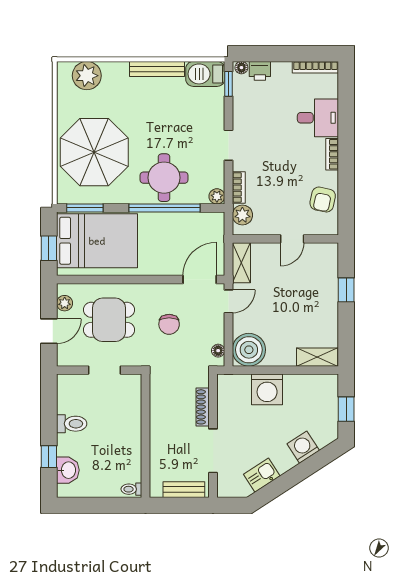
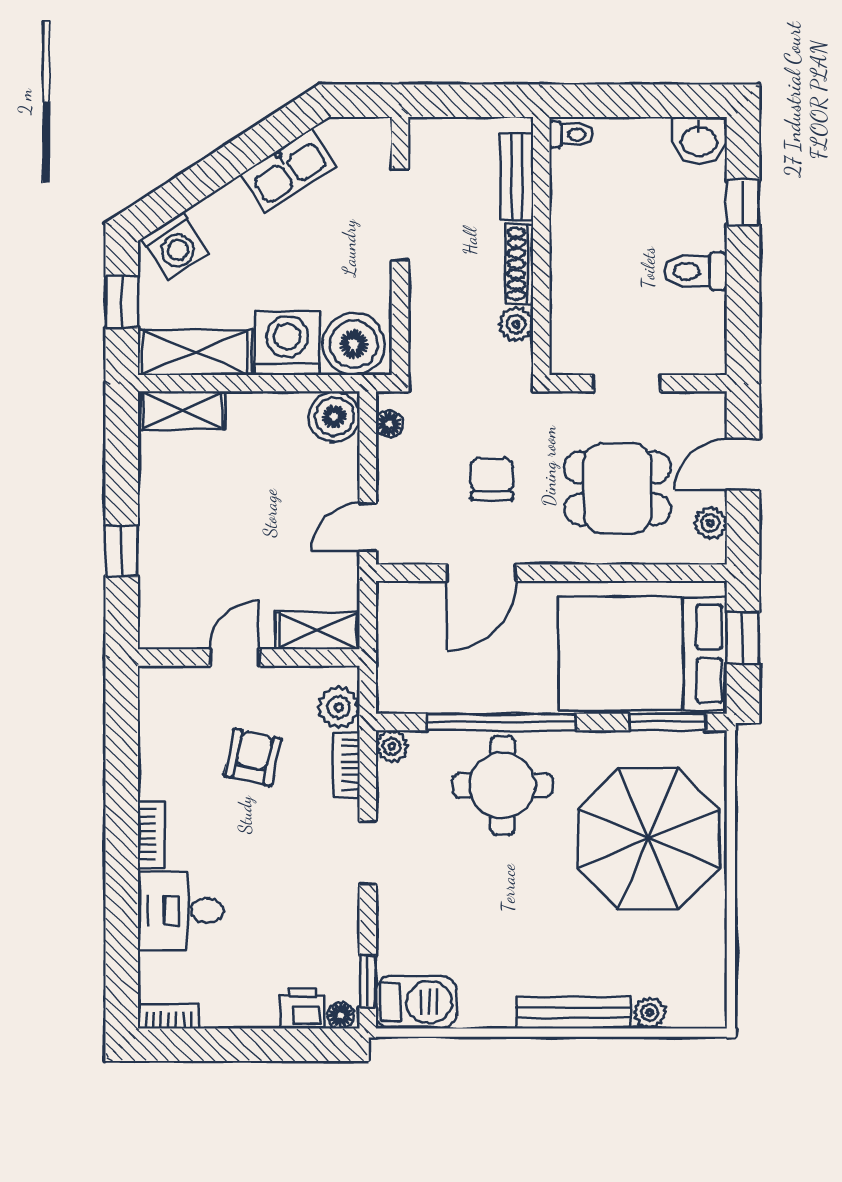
bookcase: (315, 67) -> (169, 1016), width x0.64
bench: (157, 69) -> (574, 1013), moved
plant: (87, 76) -> (650, 1013), width x0.53, depth x0.53
armchair: (323, 200) -> (253, 757), moved
shelving: (241, 263) -> (318, 630), moved, turned 90
door: (200, 279) -> (481, 573), moved
boiler: (249, 350) -> (334, 416), width x0.73, depth x0.73
shelving: (311, 385) -> (195, 352), added
boiler: (235, 389) -> (354, 344), added
plant: (158, 398) -> (516, 324), added
shoe rack: (203, 407) -> (520, 264), moved, turned 180
washing machine: (303, 447) -> (175, 246), moved
washbasin: (68, 470) -> (699, 140), moved, turned -90
kitchen sink: (262, 475) -> (288, 170), width x1.38
bench: (184, 490) -> (517, 177), moved, turned 90

